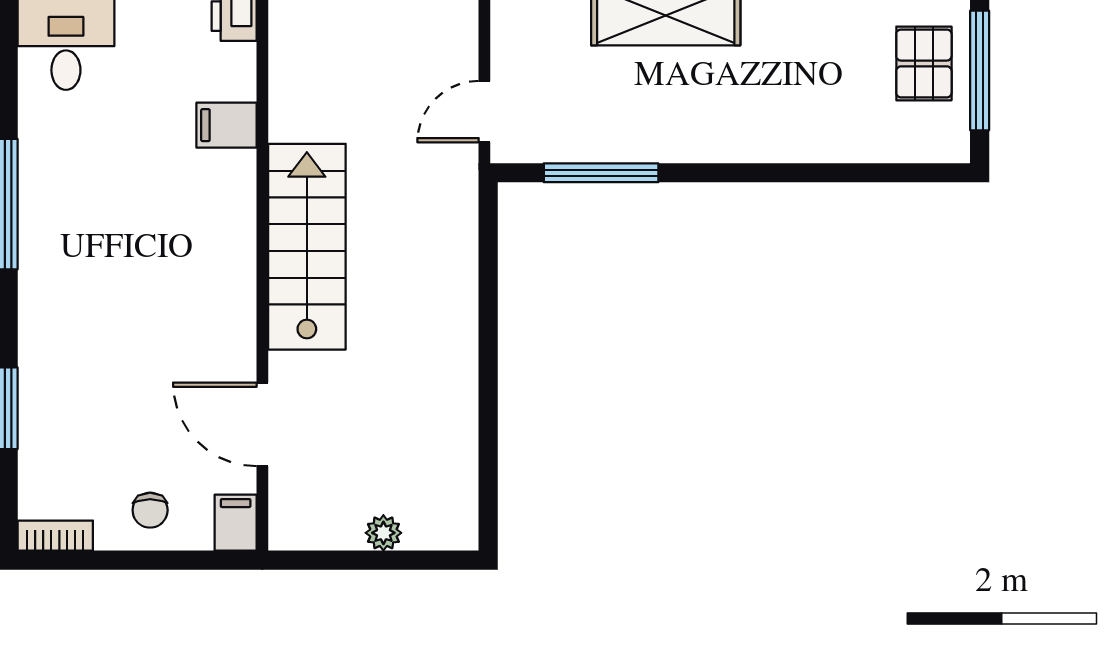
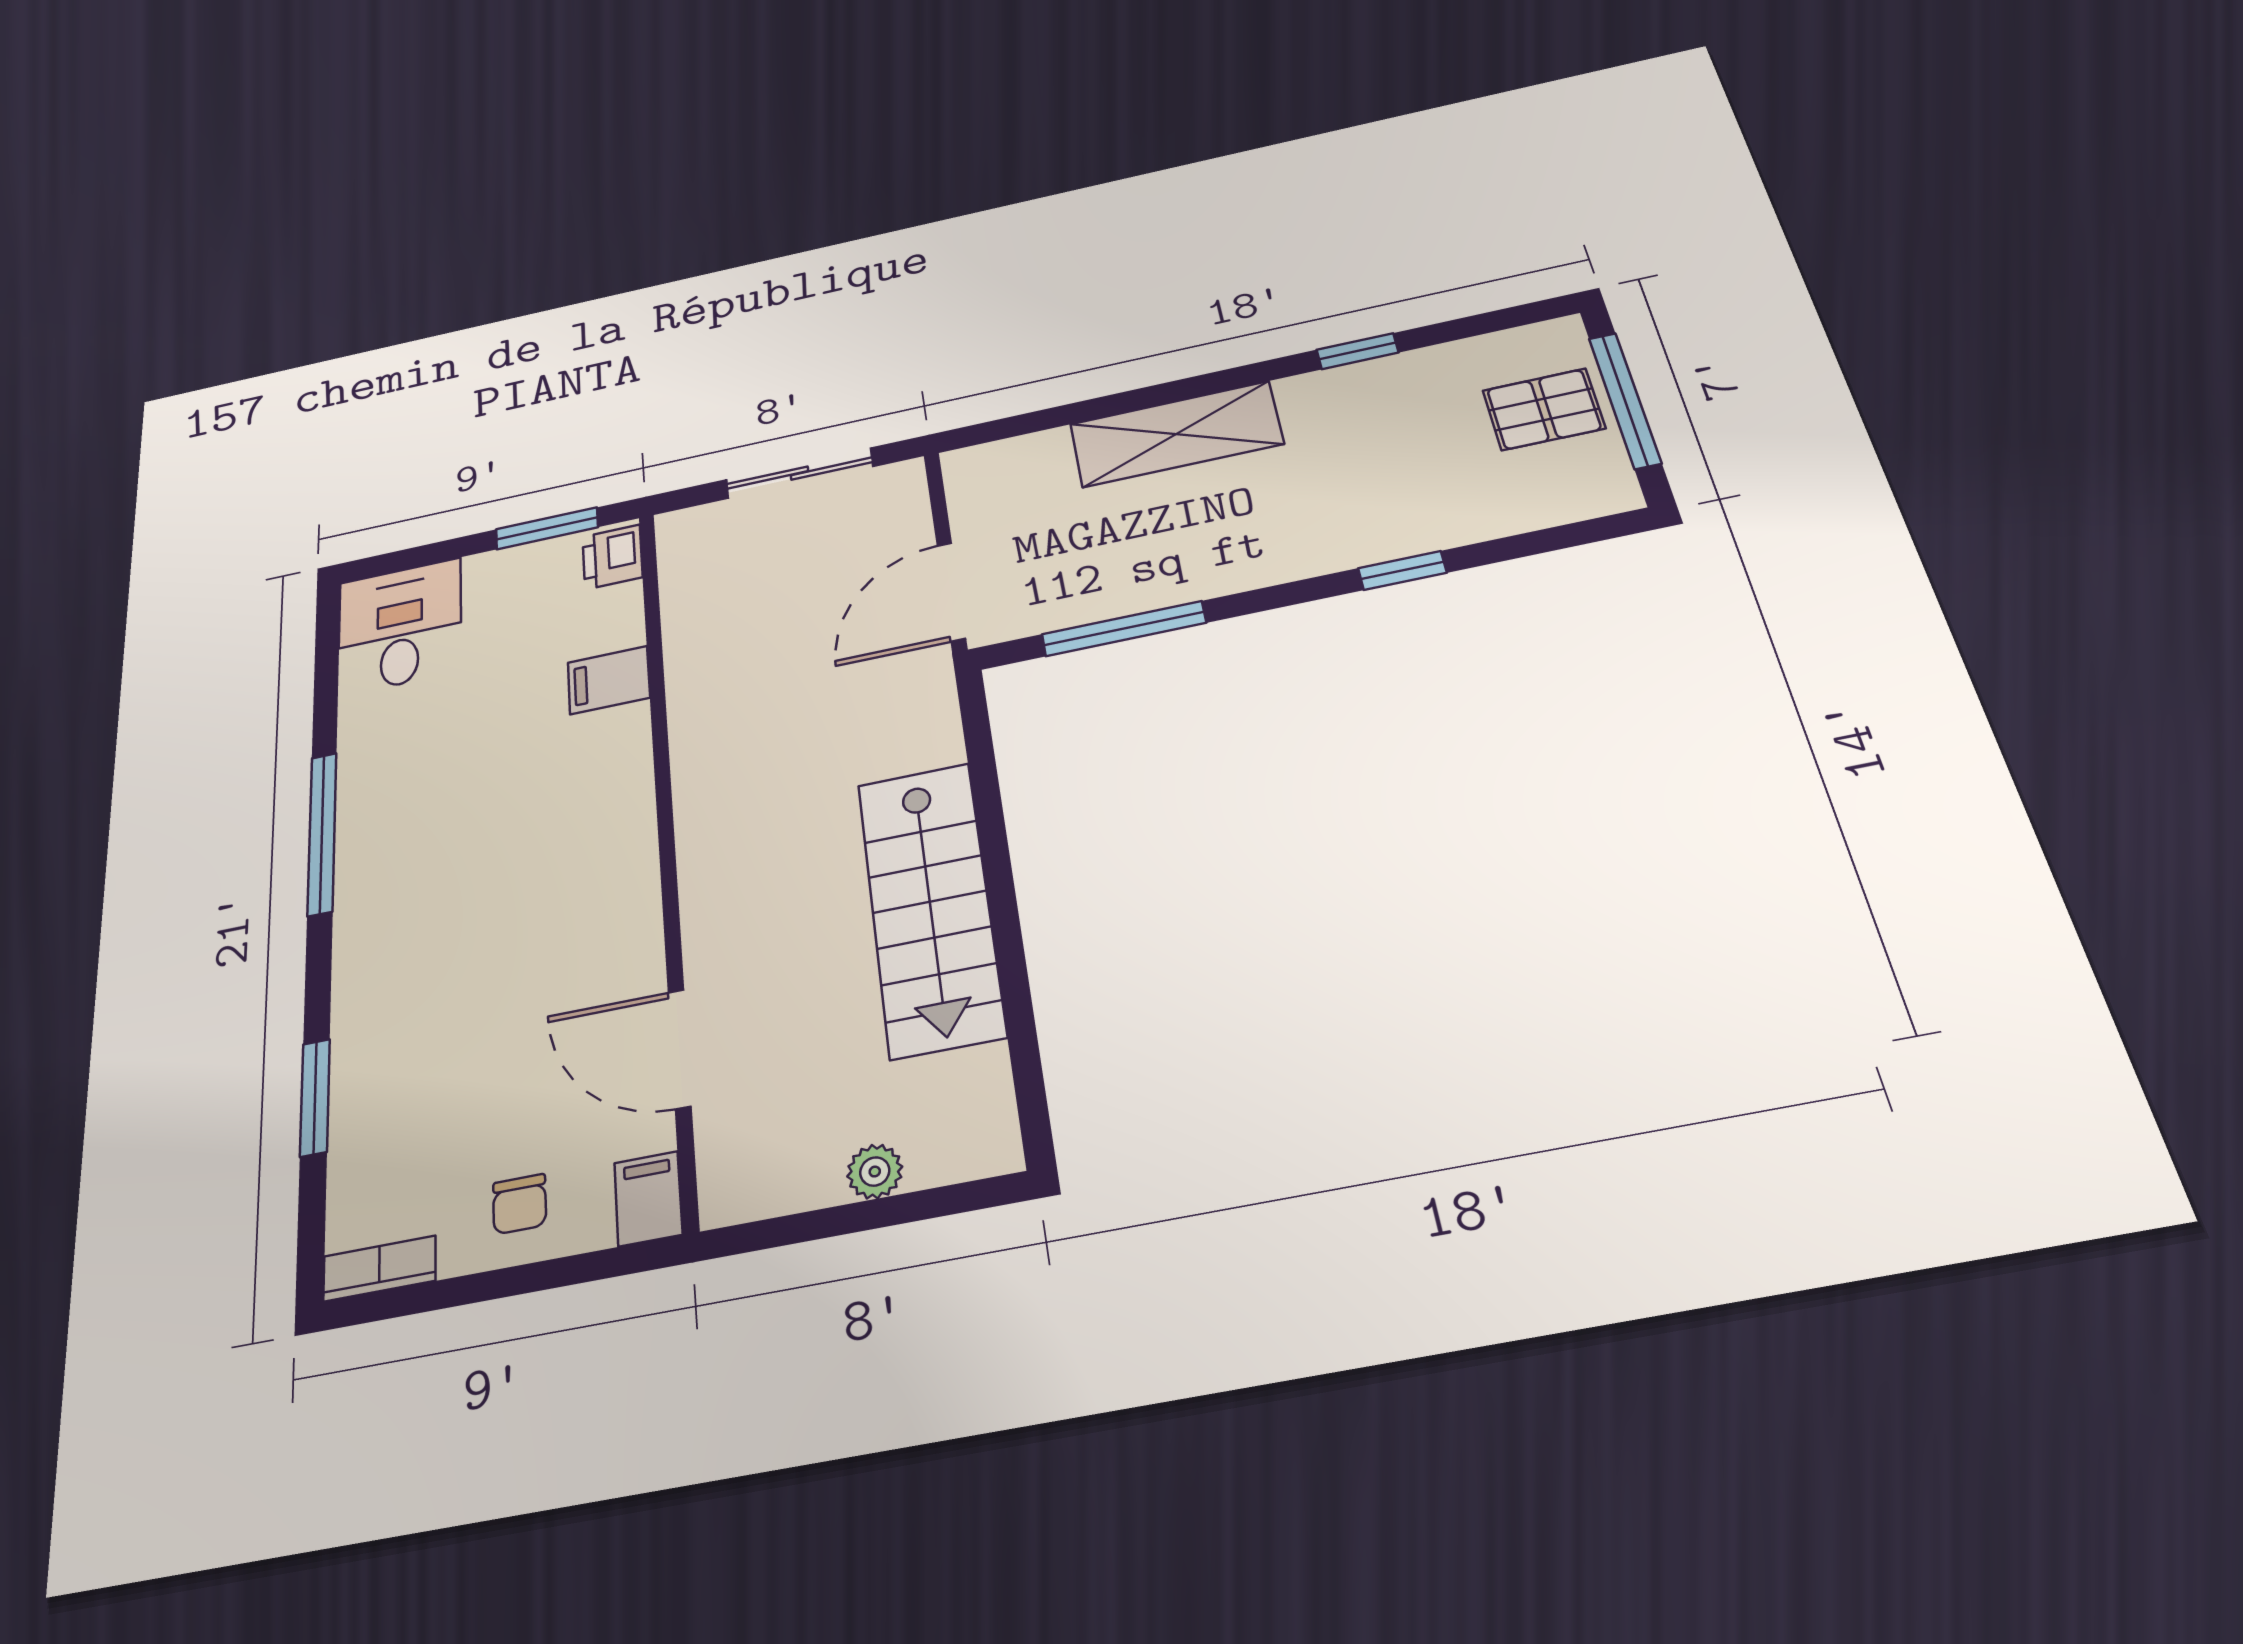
pallet: (924, 63) -> (1544, 409), turned 90
door: (484, 112) -> (951, 592), width x1.38
window: (798, 173) -> (1402, 570), added
stairs: (307, 247) -> (930, 907), moved, turned 180

